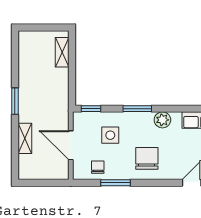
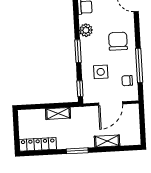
shelving: (62, 52) -> (58, 113), moved
locker: (25, 53) -> (38, 144), added
chair: (147, 158) -> (118, 41), turned 90
window: (116, 183) -> (139, 65), width x1.44

